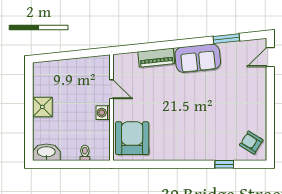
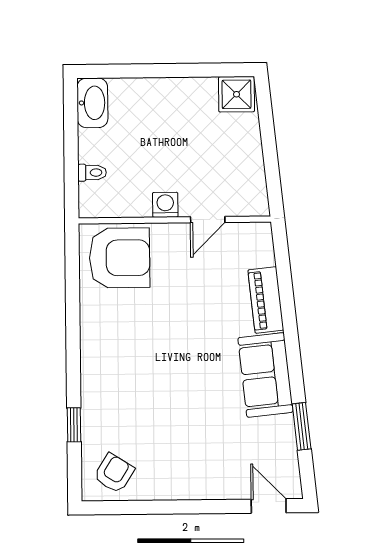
shower: (42, 107) -> (237, 94), moved

